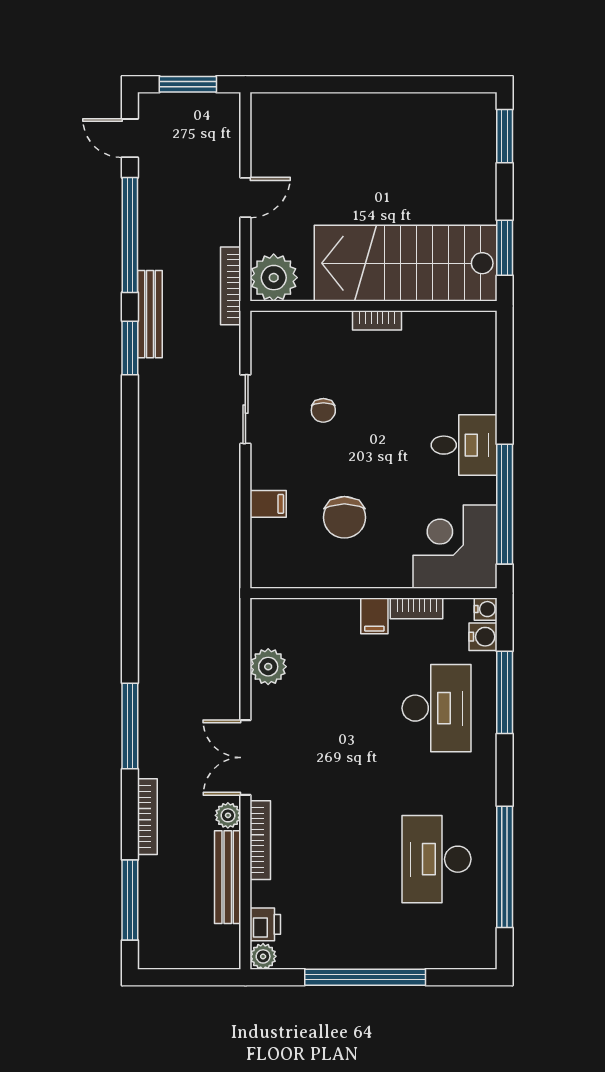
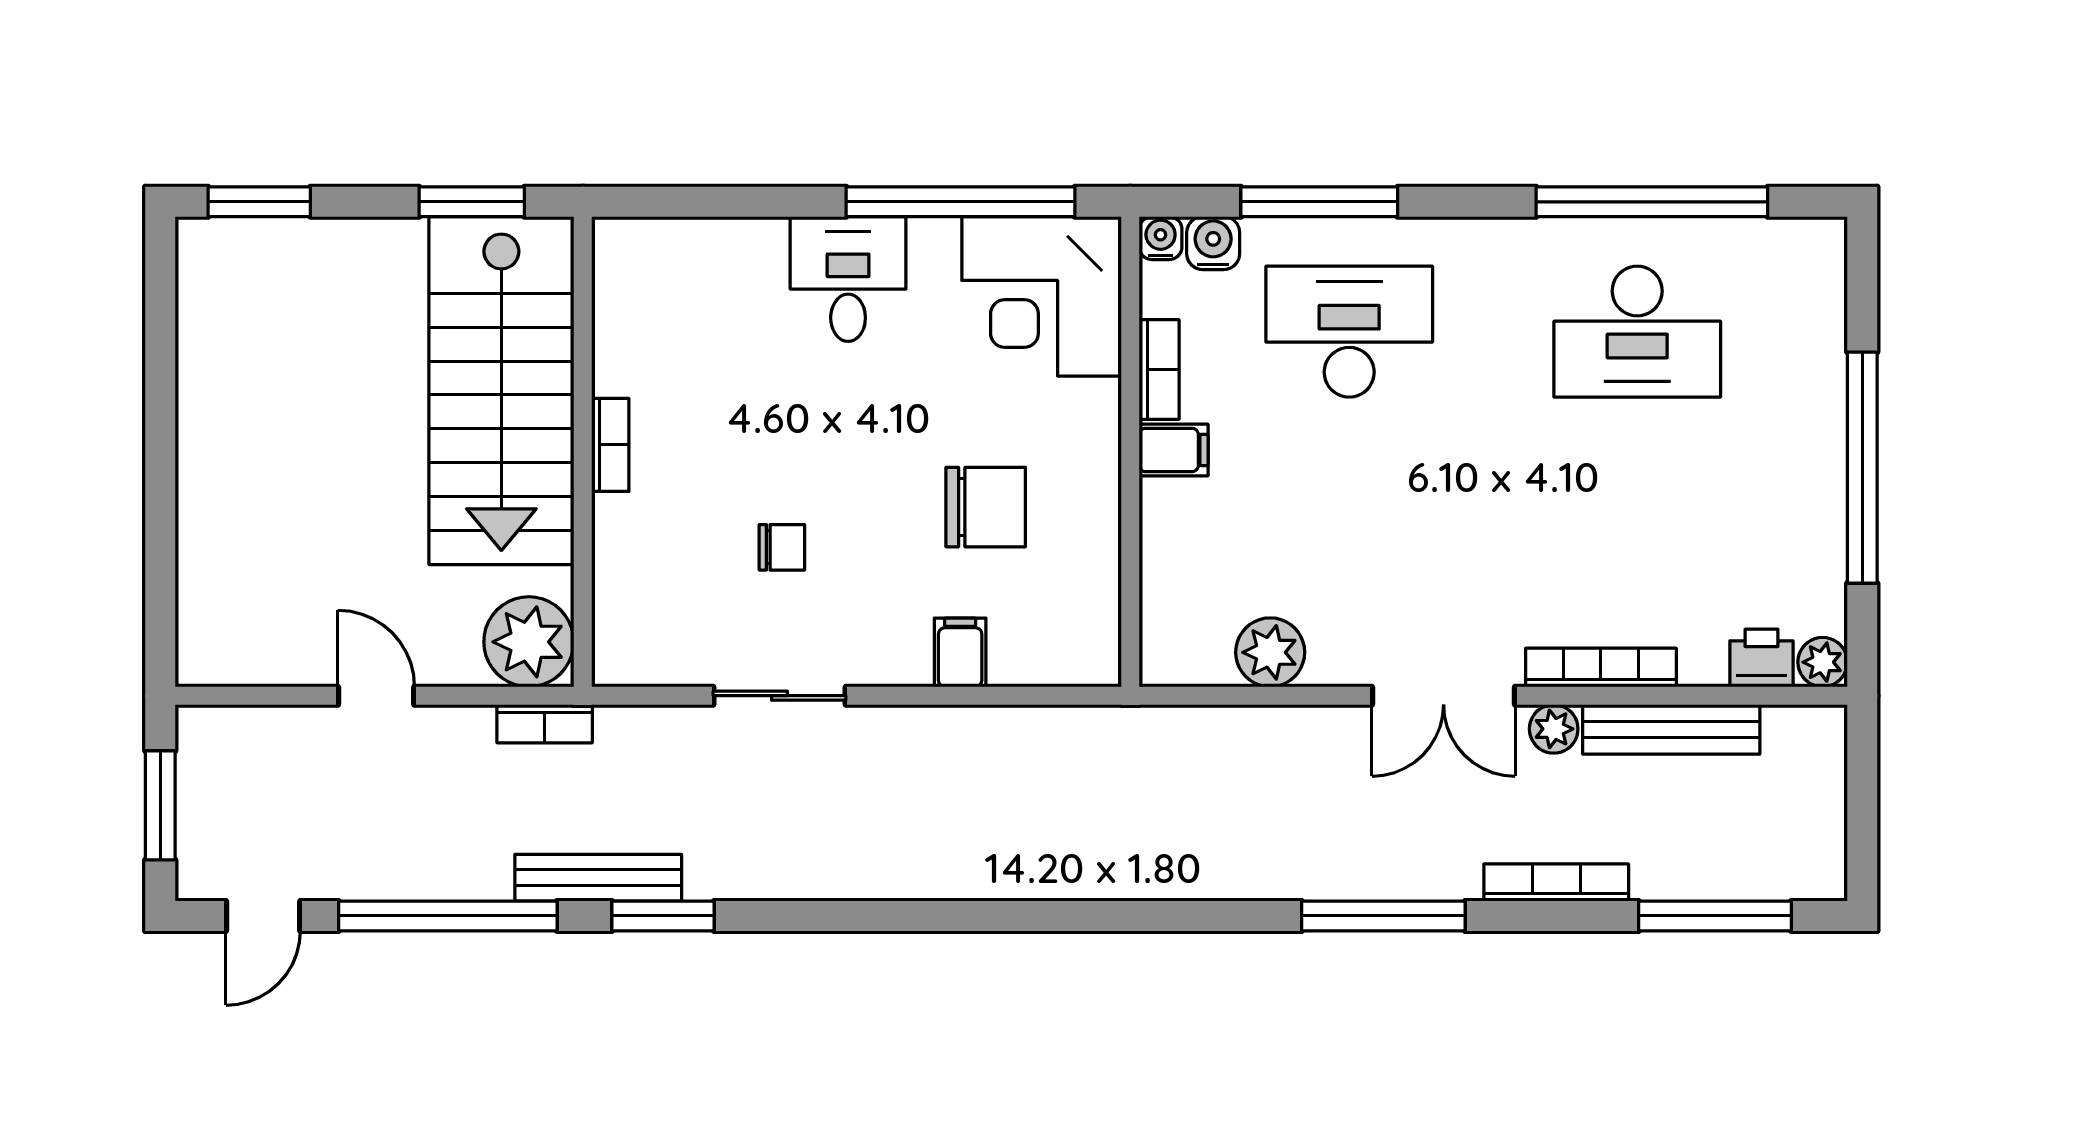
bookcase: (231, 286) -> (545, 724), width x0.64

